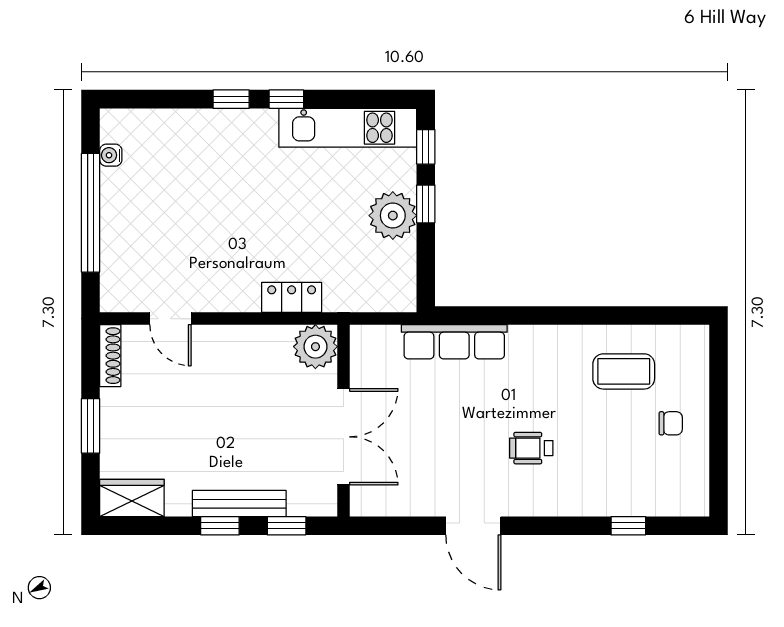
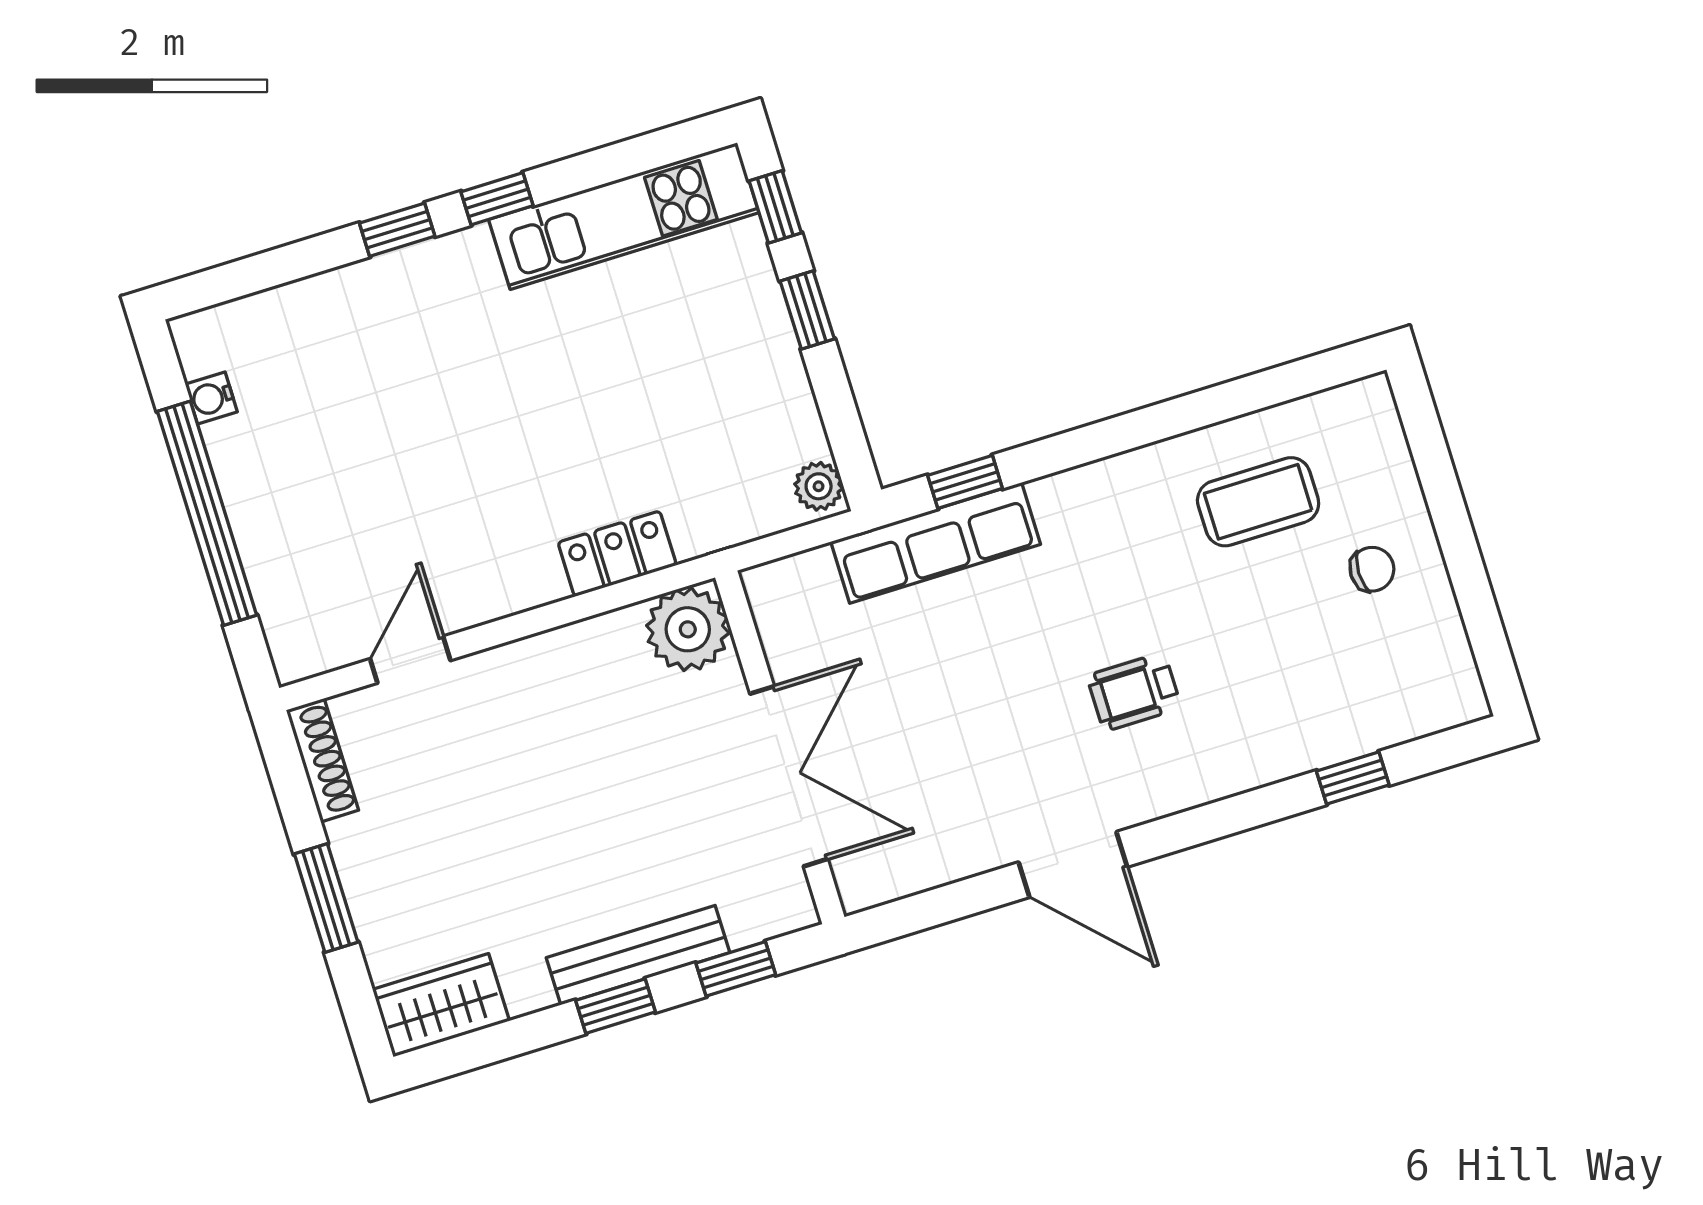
plant: (393, 216) -> (819, 486), moved, width x0.53, depth x0.53
window: (479, 316) -> (965, 482), added
door: (170, 319) -> (410, 660), swing flipped

